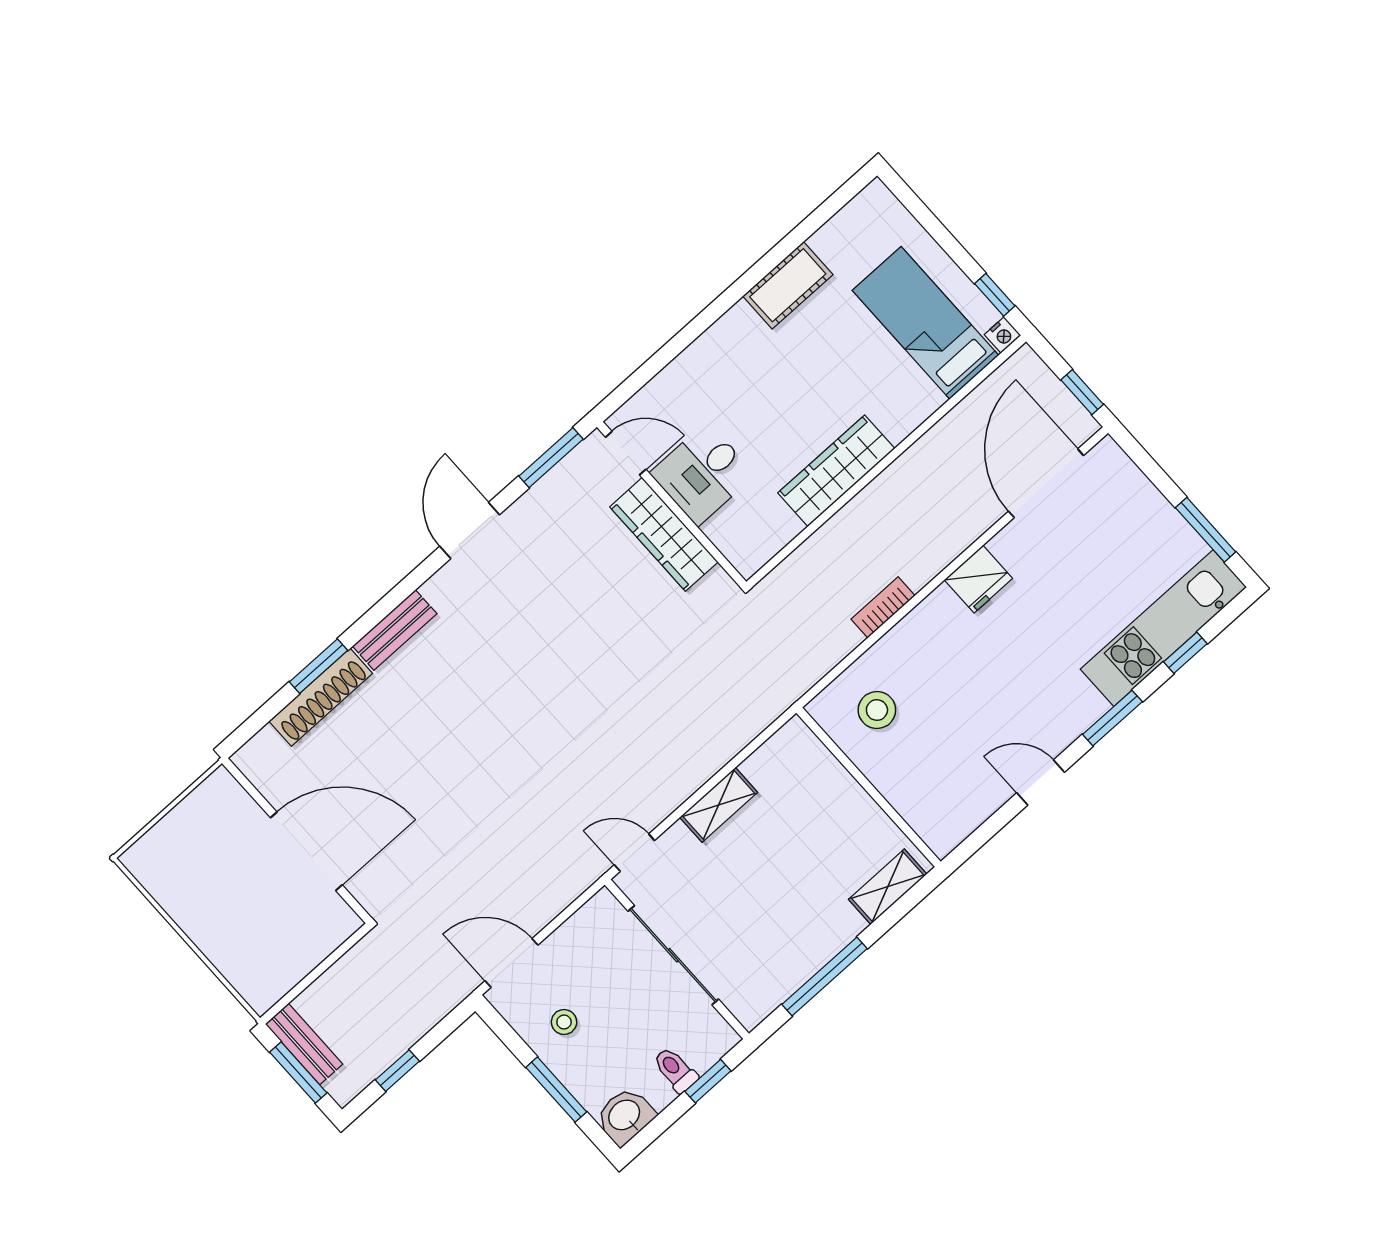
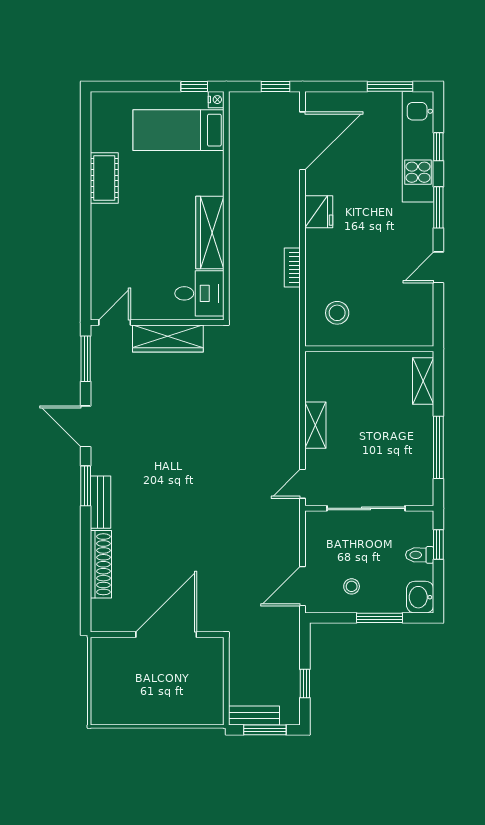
desk: (702, 474) -> (199, 293), moved, turned -90
door: (1046, 483) -> (303, 141), swing flipped
window: (319, 666) -> (86, 486), moved

